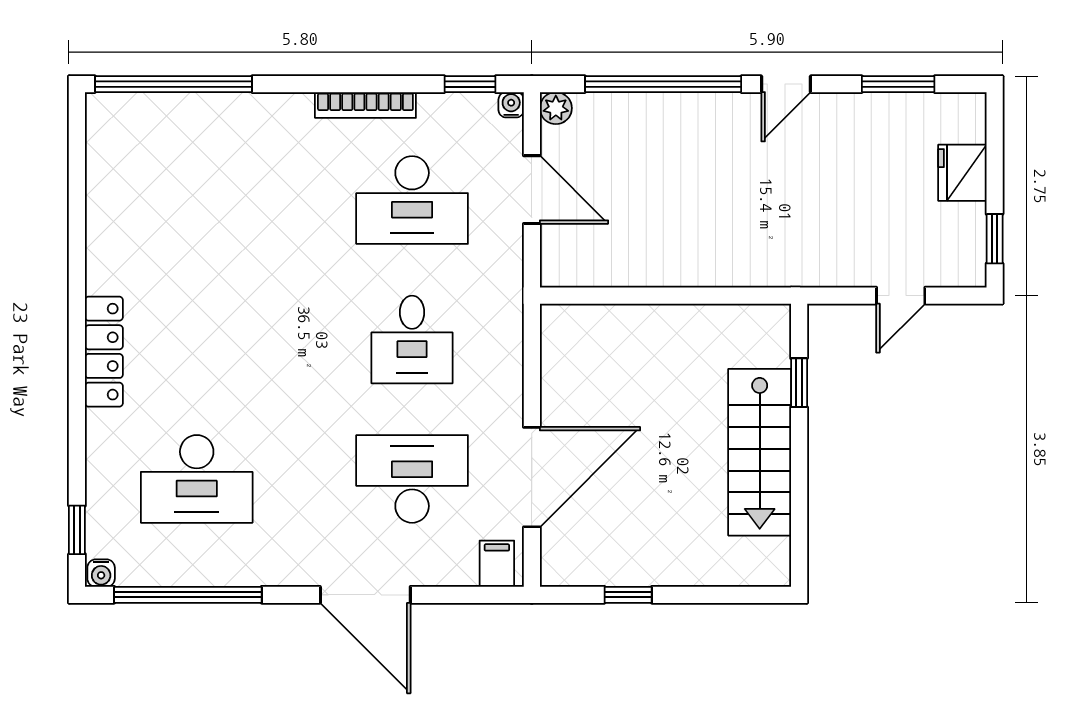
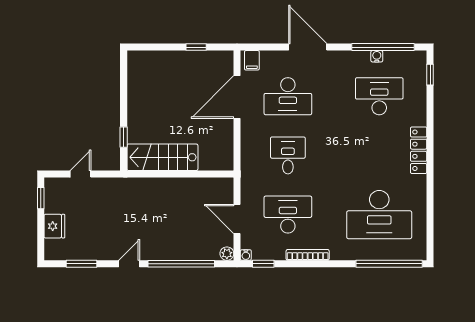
desk: (197, 200) -> (379, 215), added
stairs: (760, 452) -> (162, 157), moved, turned -90
water cooler: (101, 573) -> (377, 56), moved

